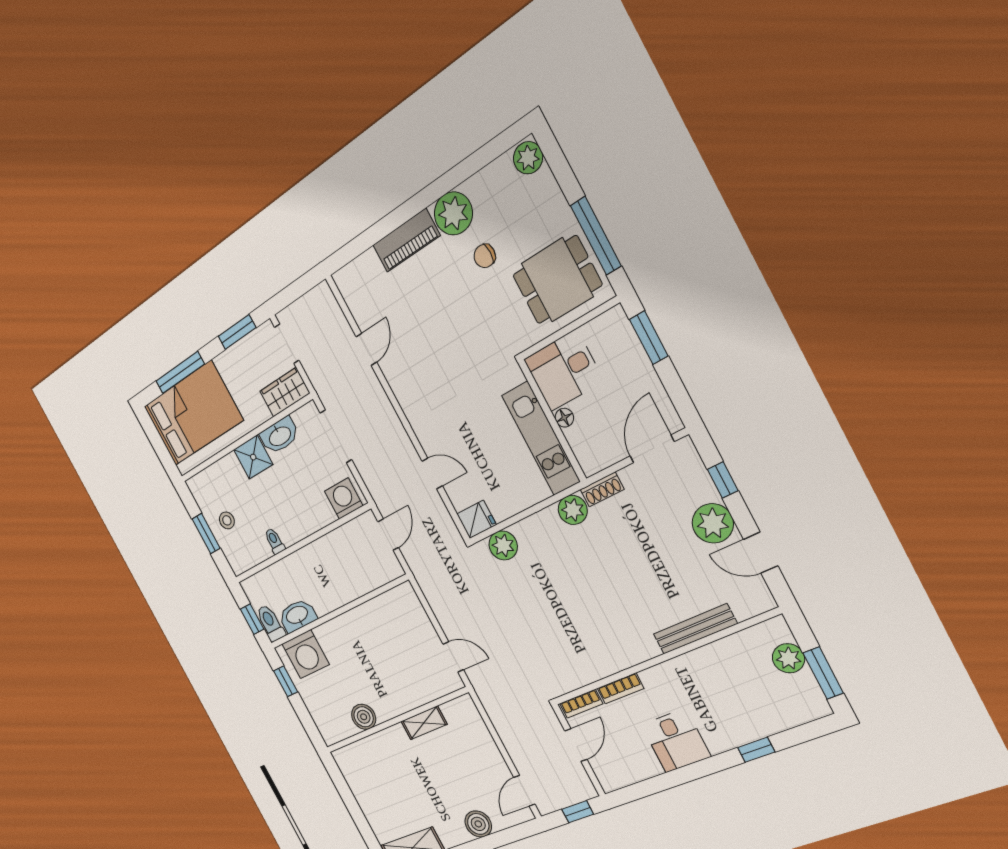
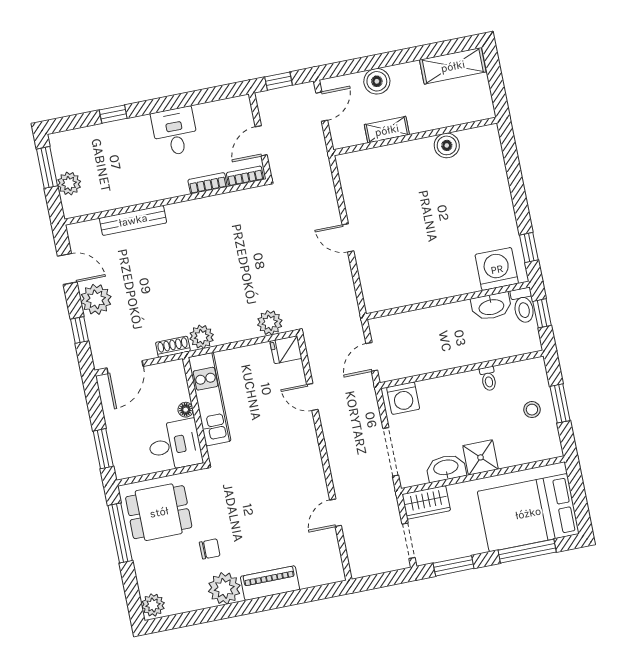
boiler: (364, 717) -> (447, 145), moved
wall: (395, 721) -> (415, 136), moved
shelving: (424, 723) -> (387, 130), moved

